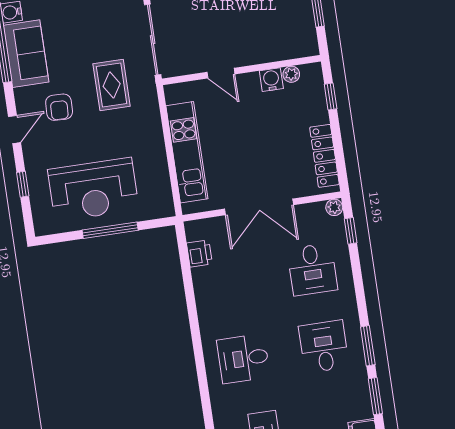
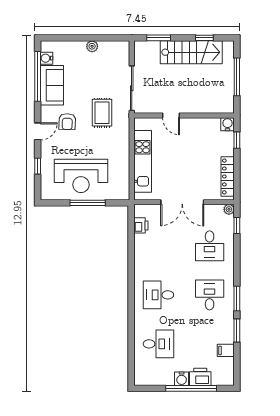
plant: (291, 74) -> (215, 123), removed
water cooler: (271, 80) -> (228, 124), moved

